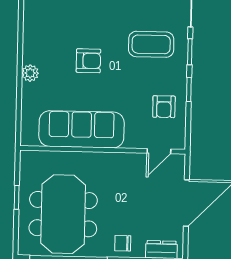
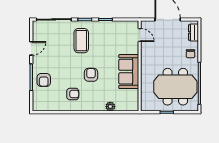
plant: (30, 73) -> (110, 107), moved
armchair: (164, 107) -> (73, 94), moved
sofa: (82, 129) -> (129, 72), width x0.73

